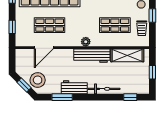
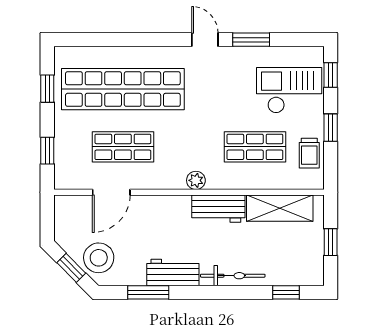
workbench: (92, 56) -> (218, 209), width x0.73

